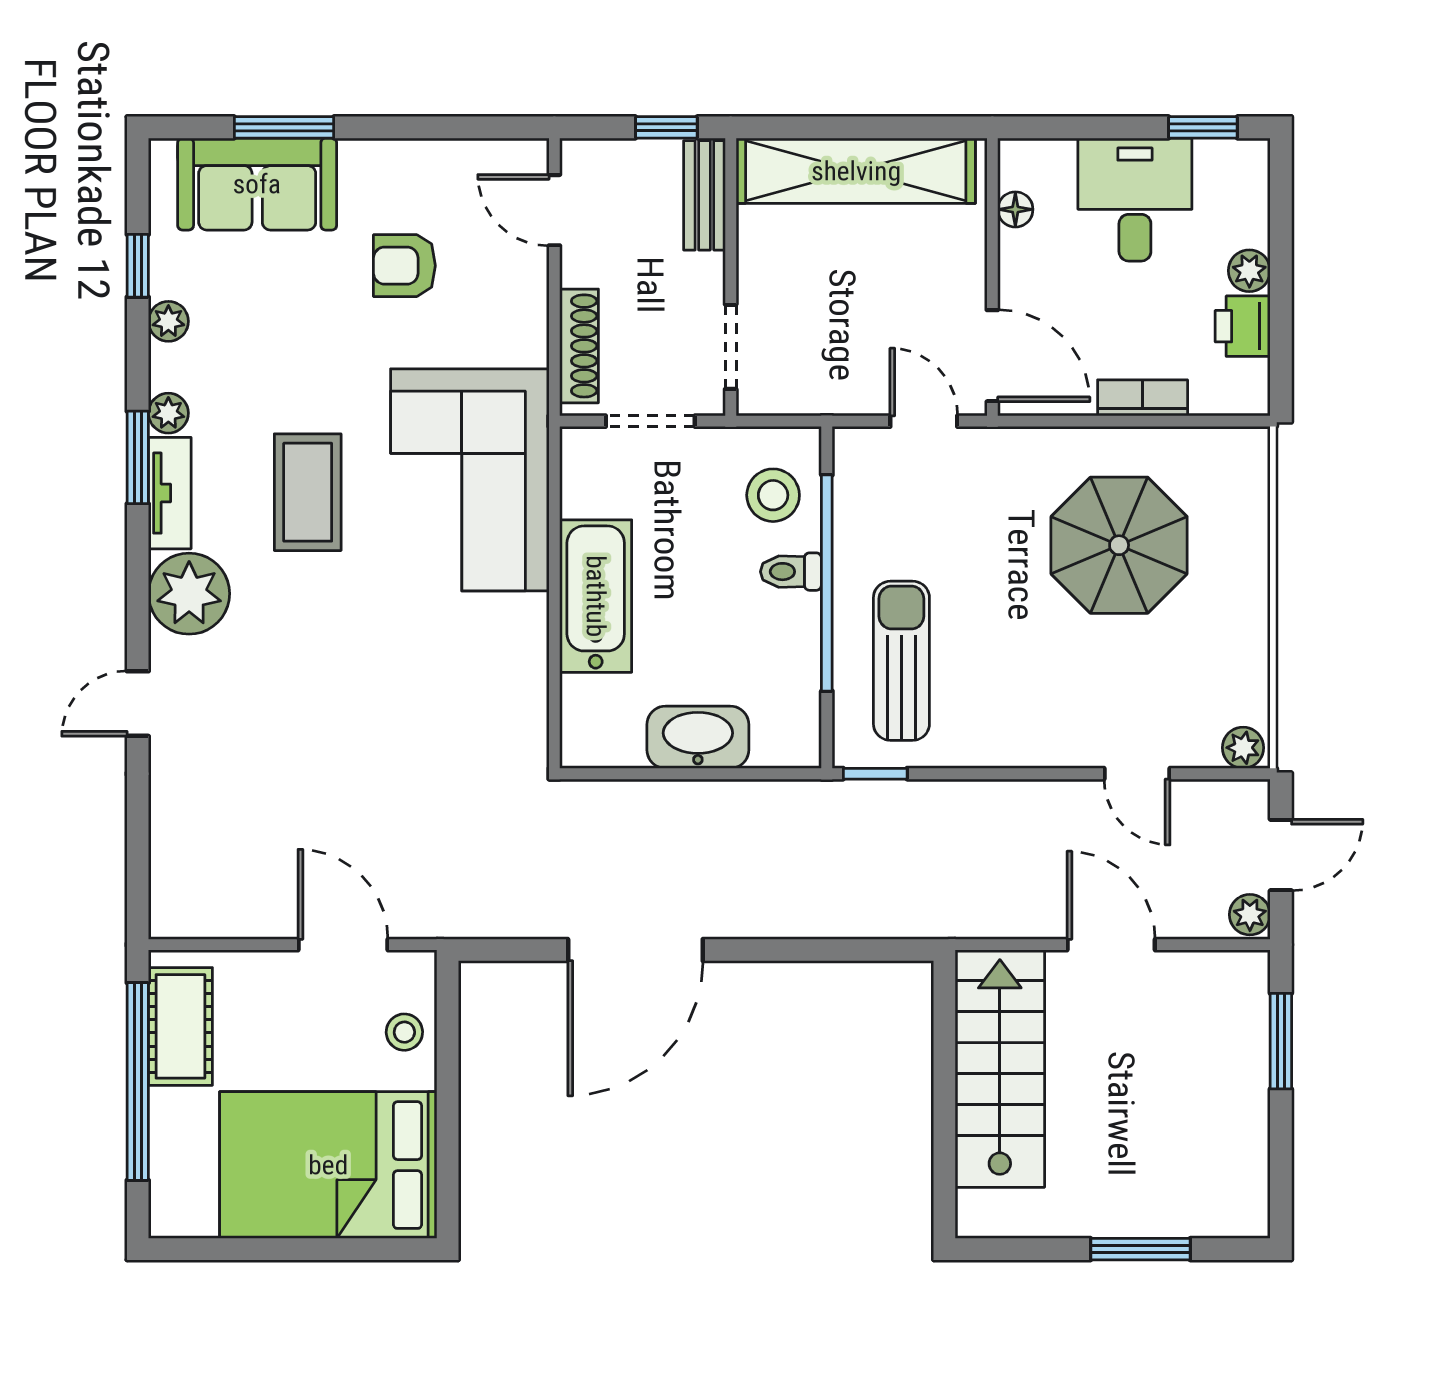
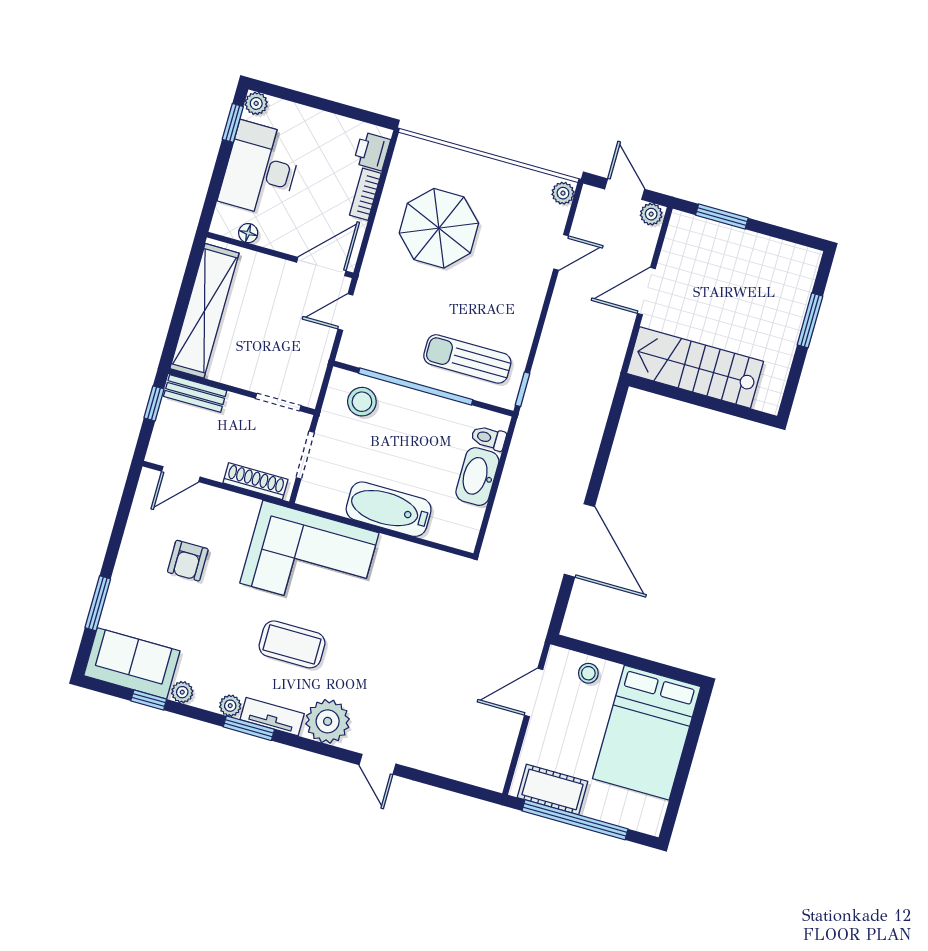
sofa: (257, 184) -> (132, 663), moved, turned -90
desk: (1135, 200) -> (261, 169), width x1.37
plant: (1249, 271) -> (256, 103), moved
printer: (1243, 326) -> (372, 151), moved, turned 90
toilet: (791, 572) -> (489, 438), moved, turned 90

